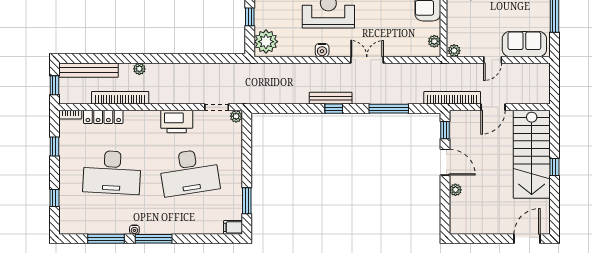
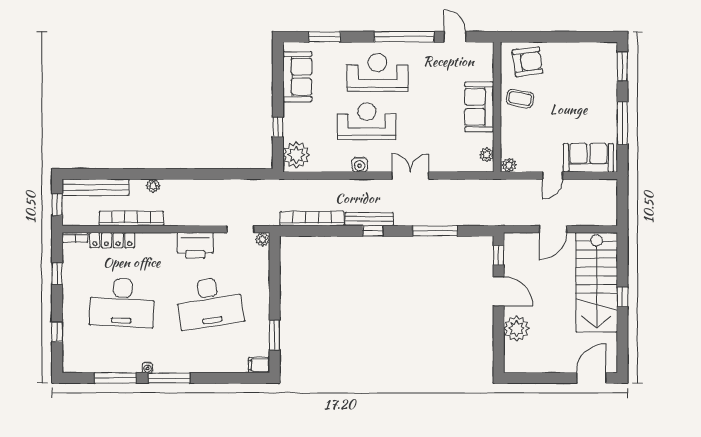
bookcase: (452, 98) -> (312, 219), moved
plant: (455, 190) -> (517, 329), width x1.87, depth x1.87

